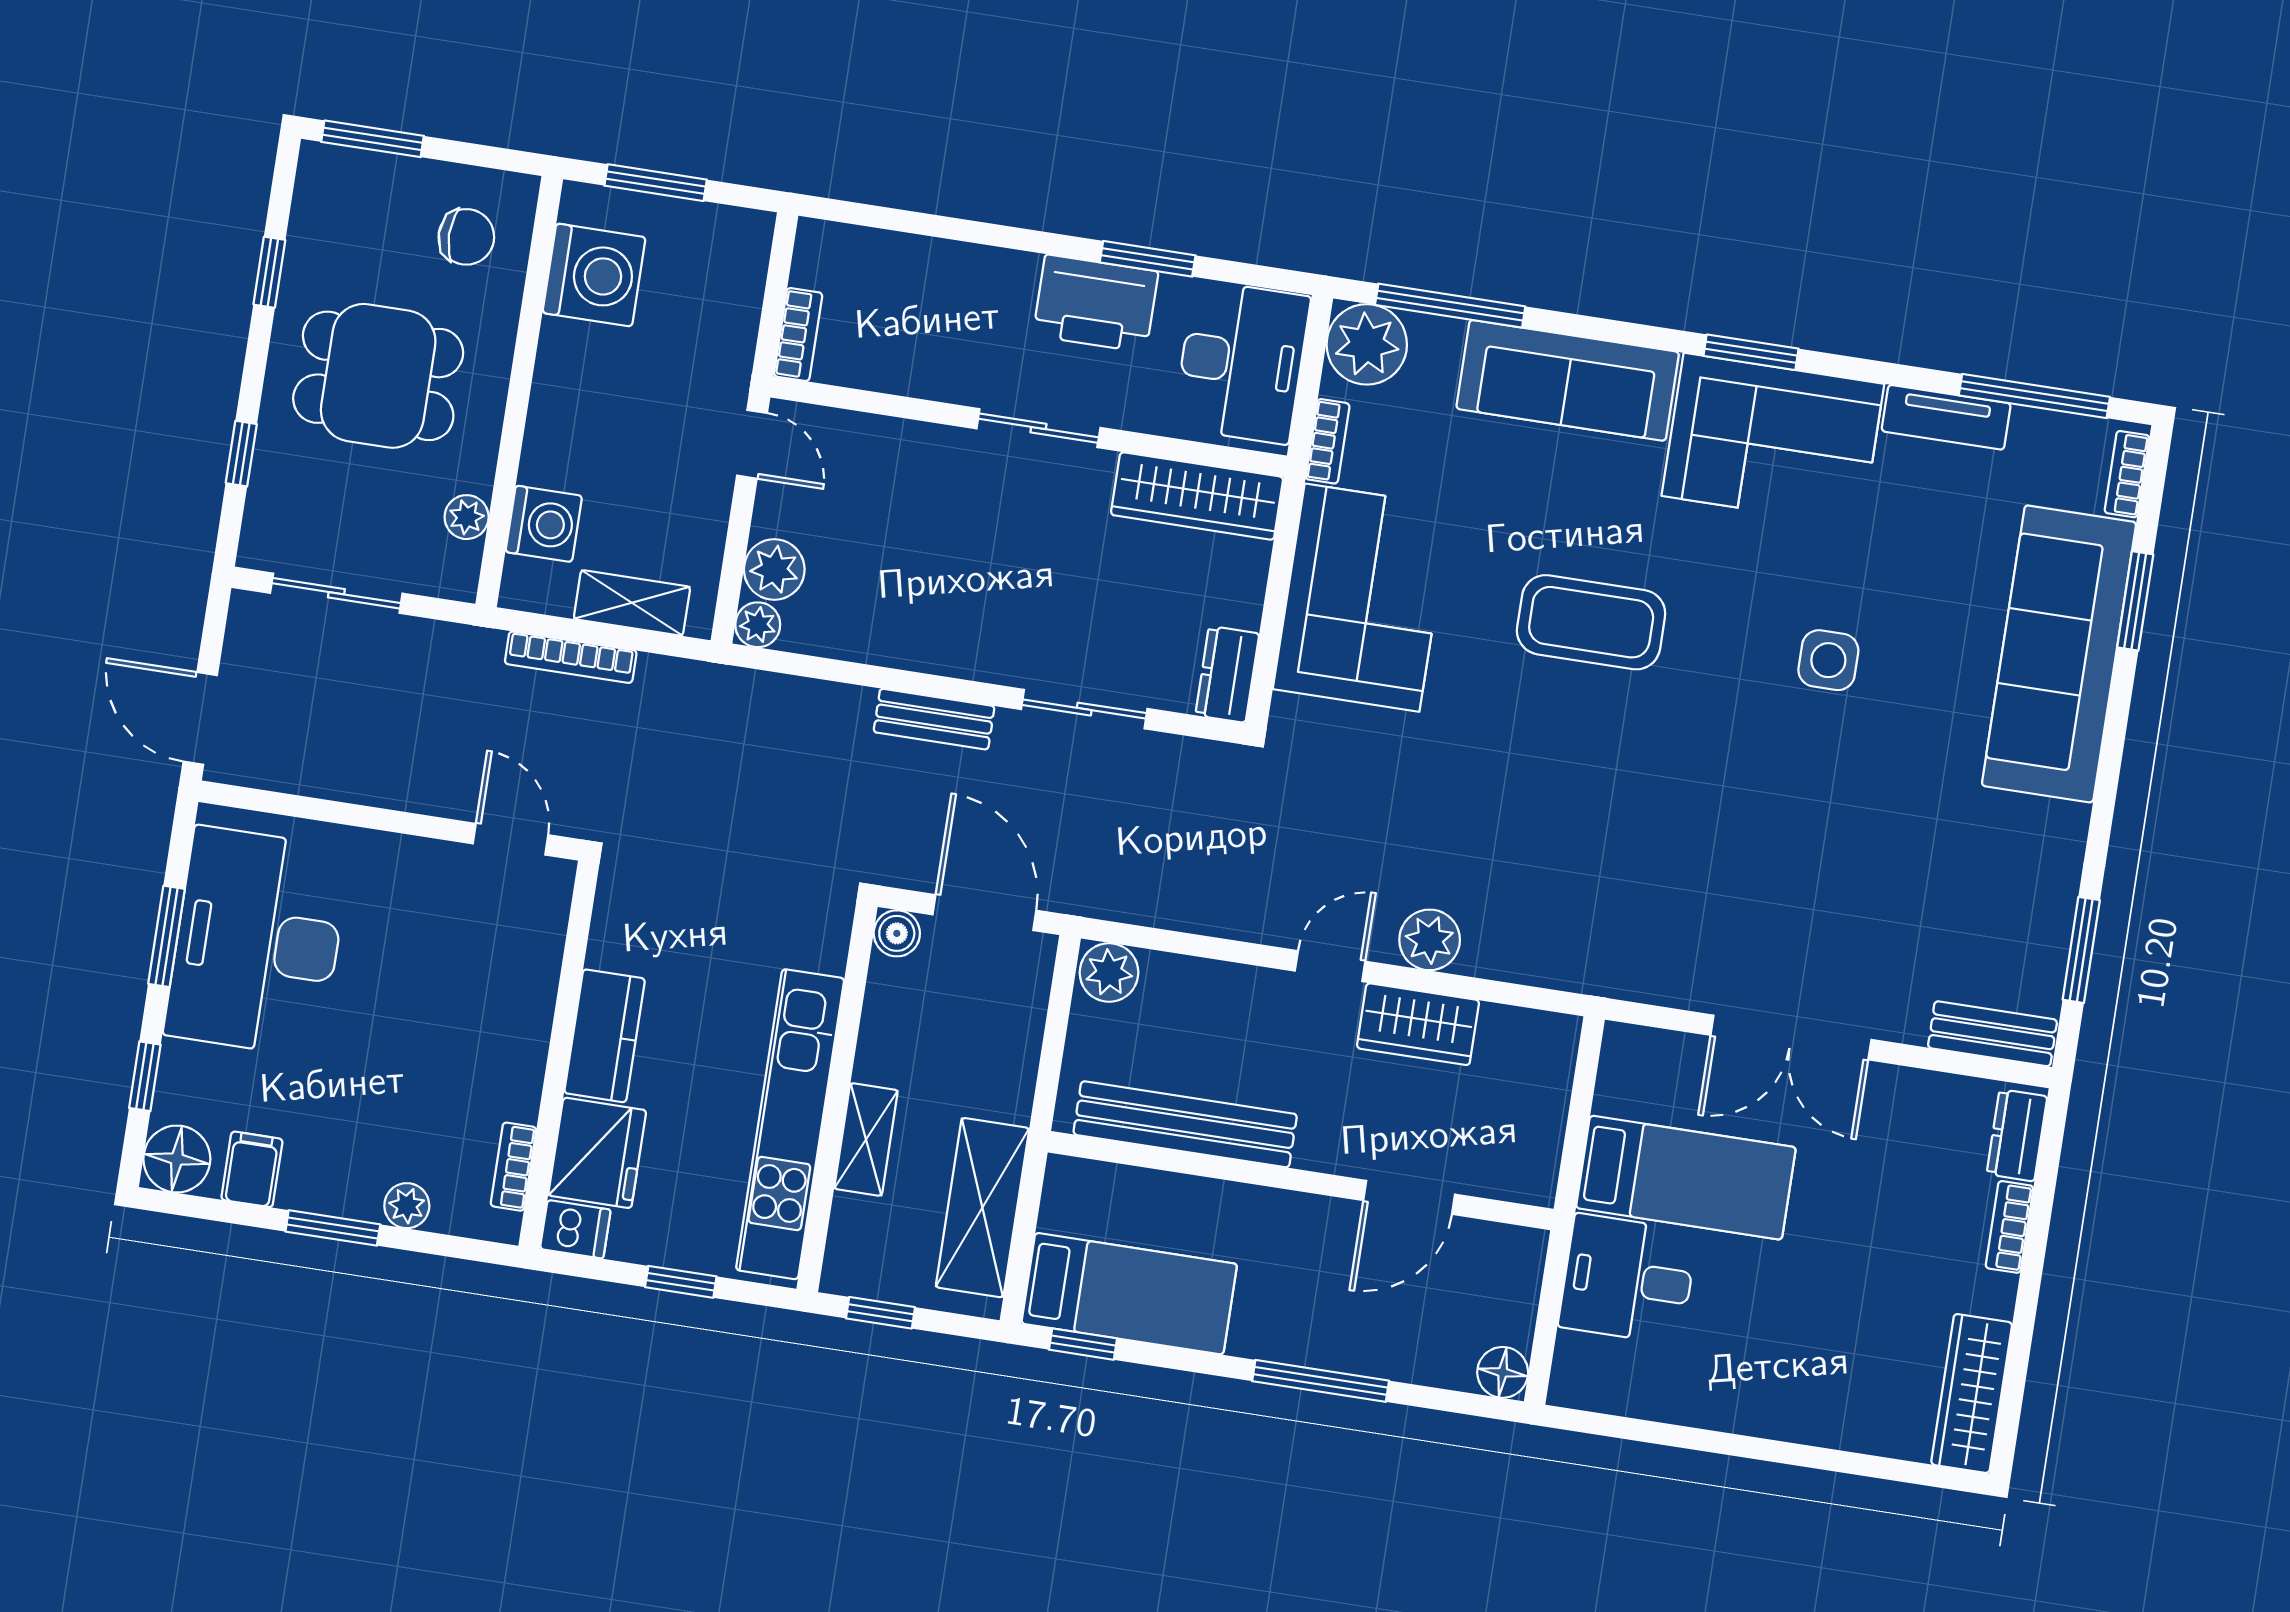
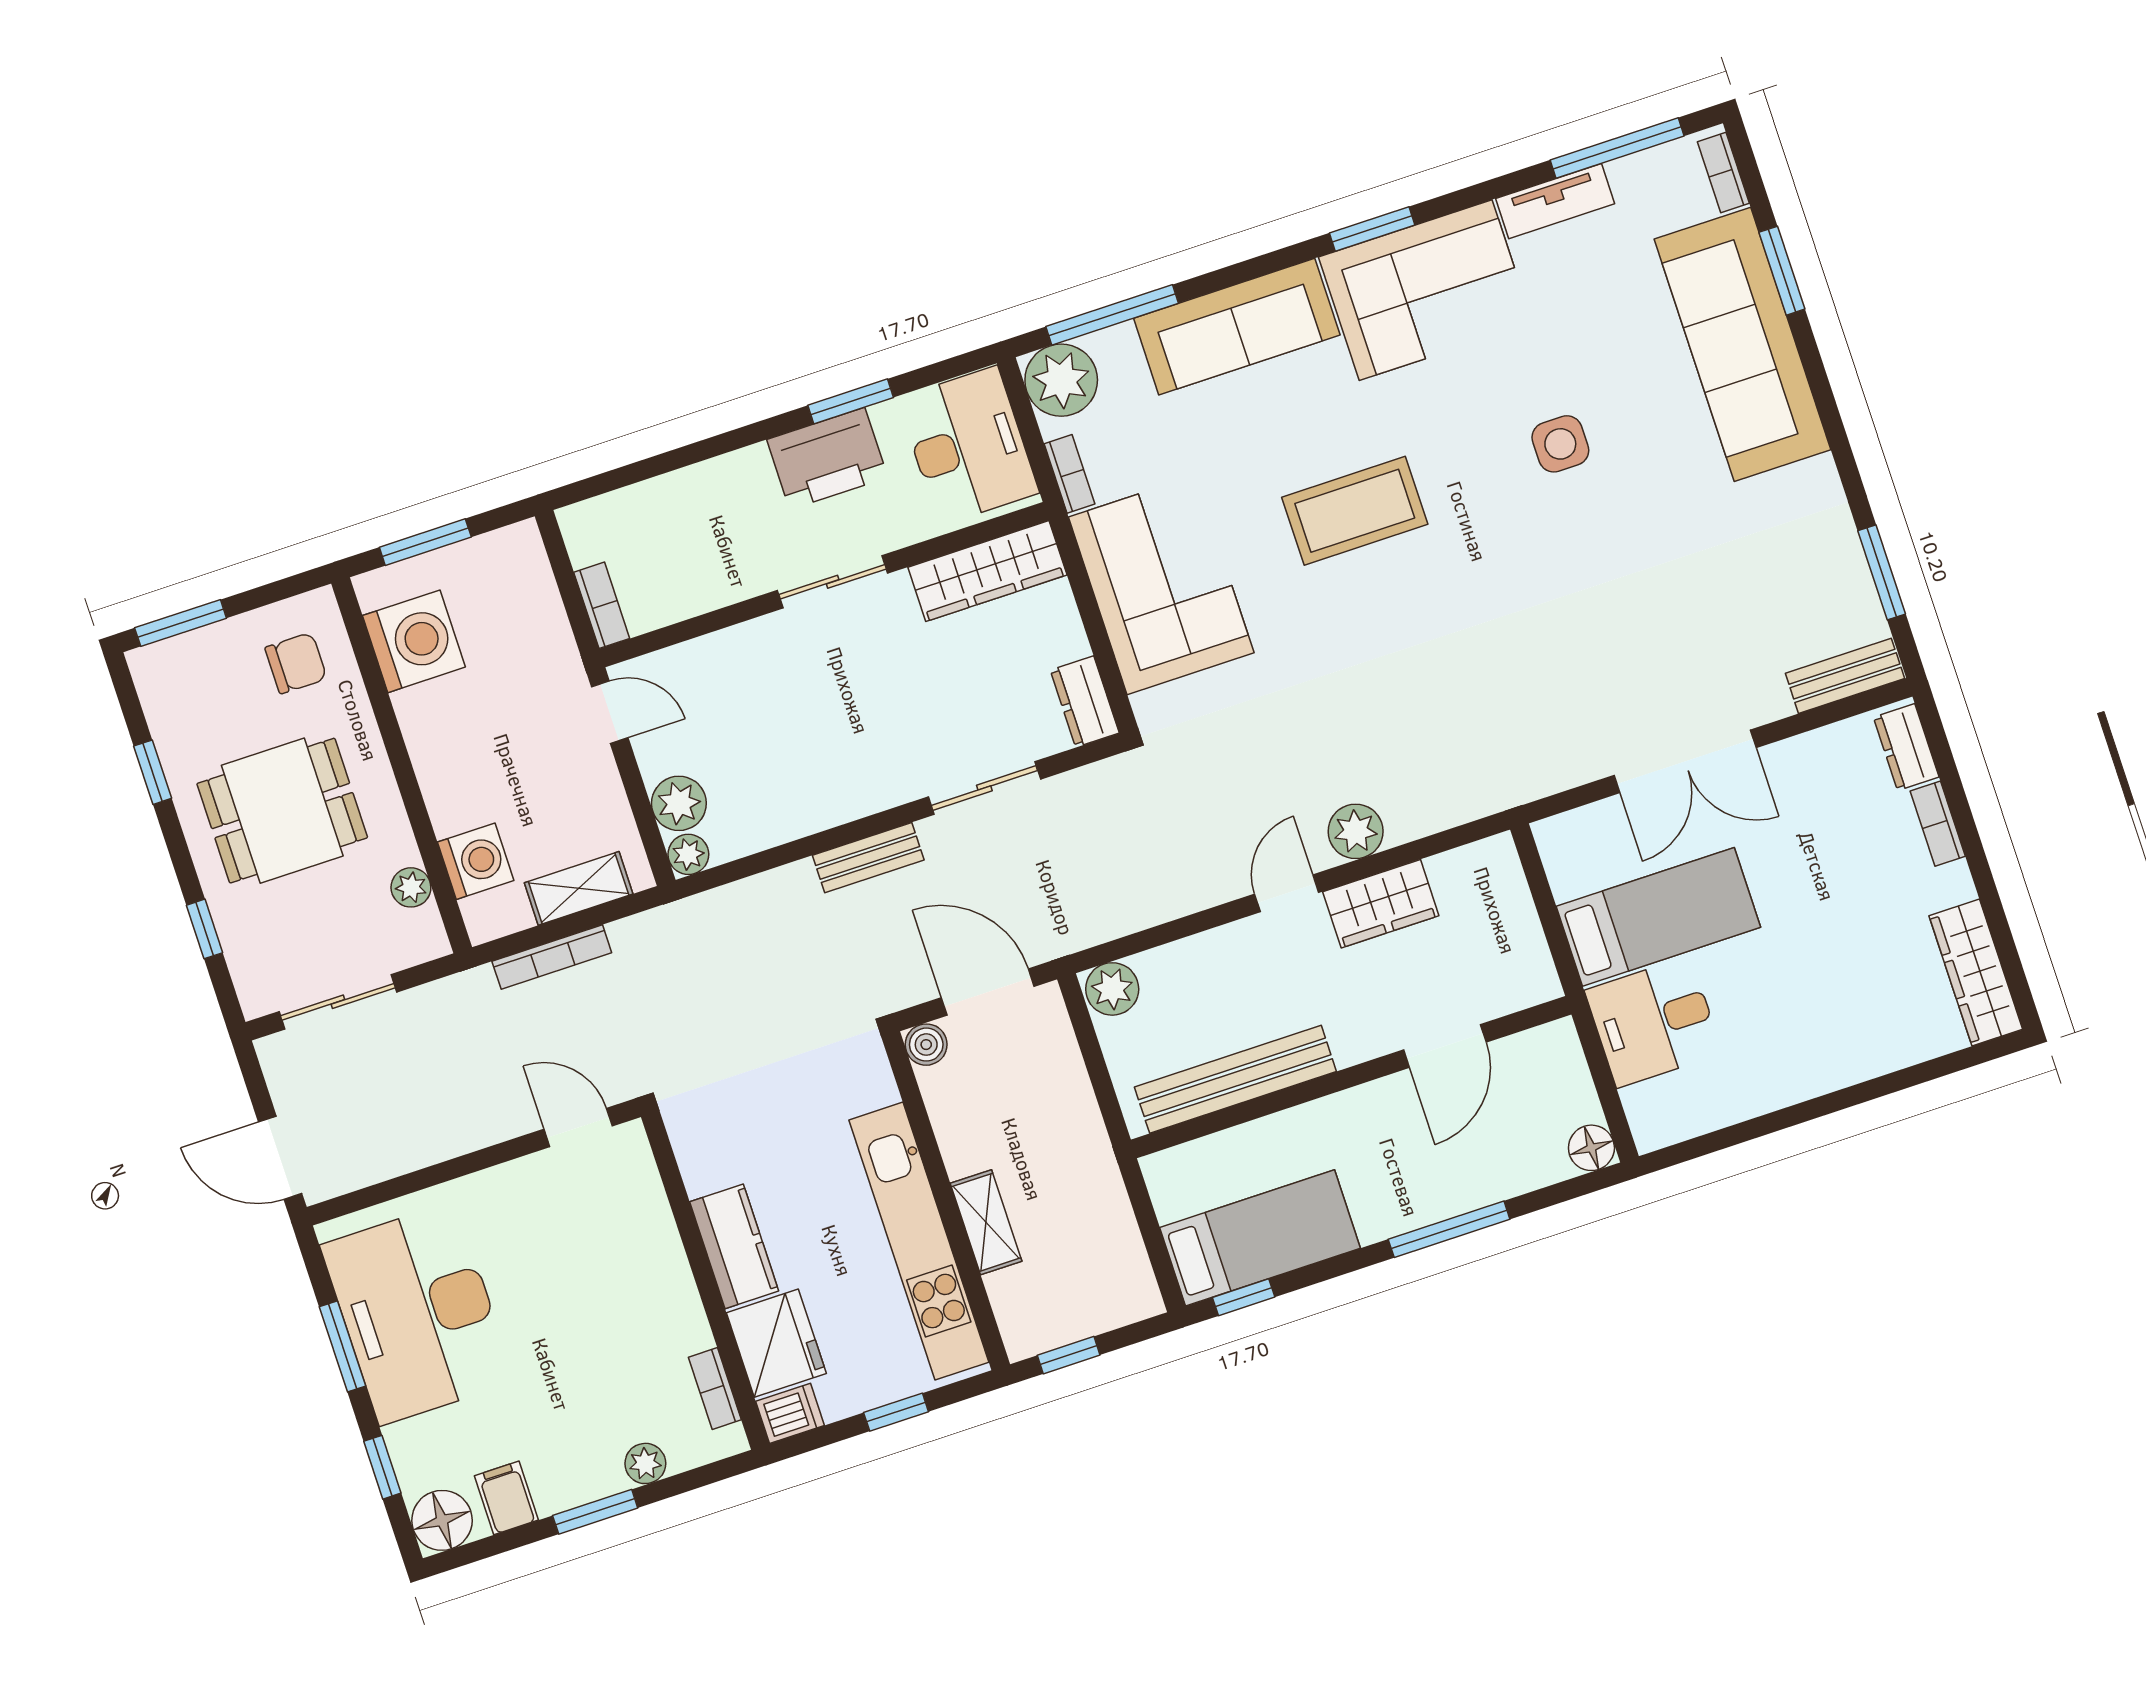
shelving: (982, 1208) -> (1107, 1229), removed

